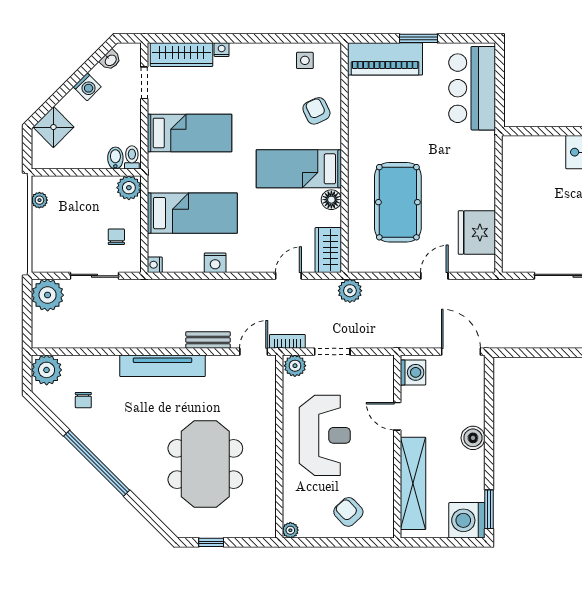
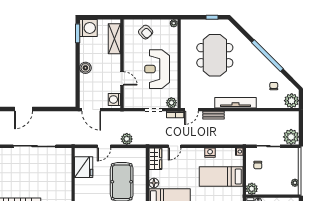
plant: (350, 291) -> (127, 139), moved
shelving: (413, 483) -> (114, 39), width x0.68

